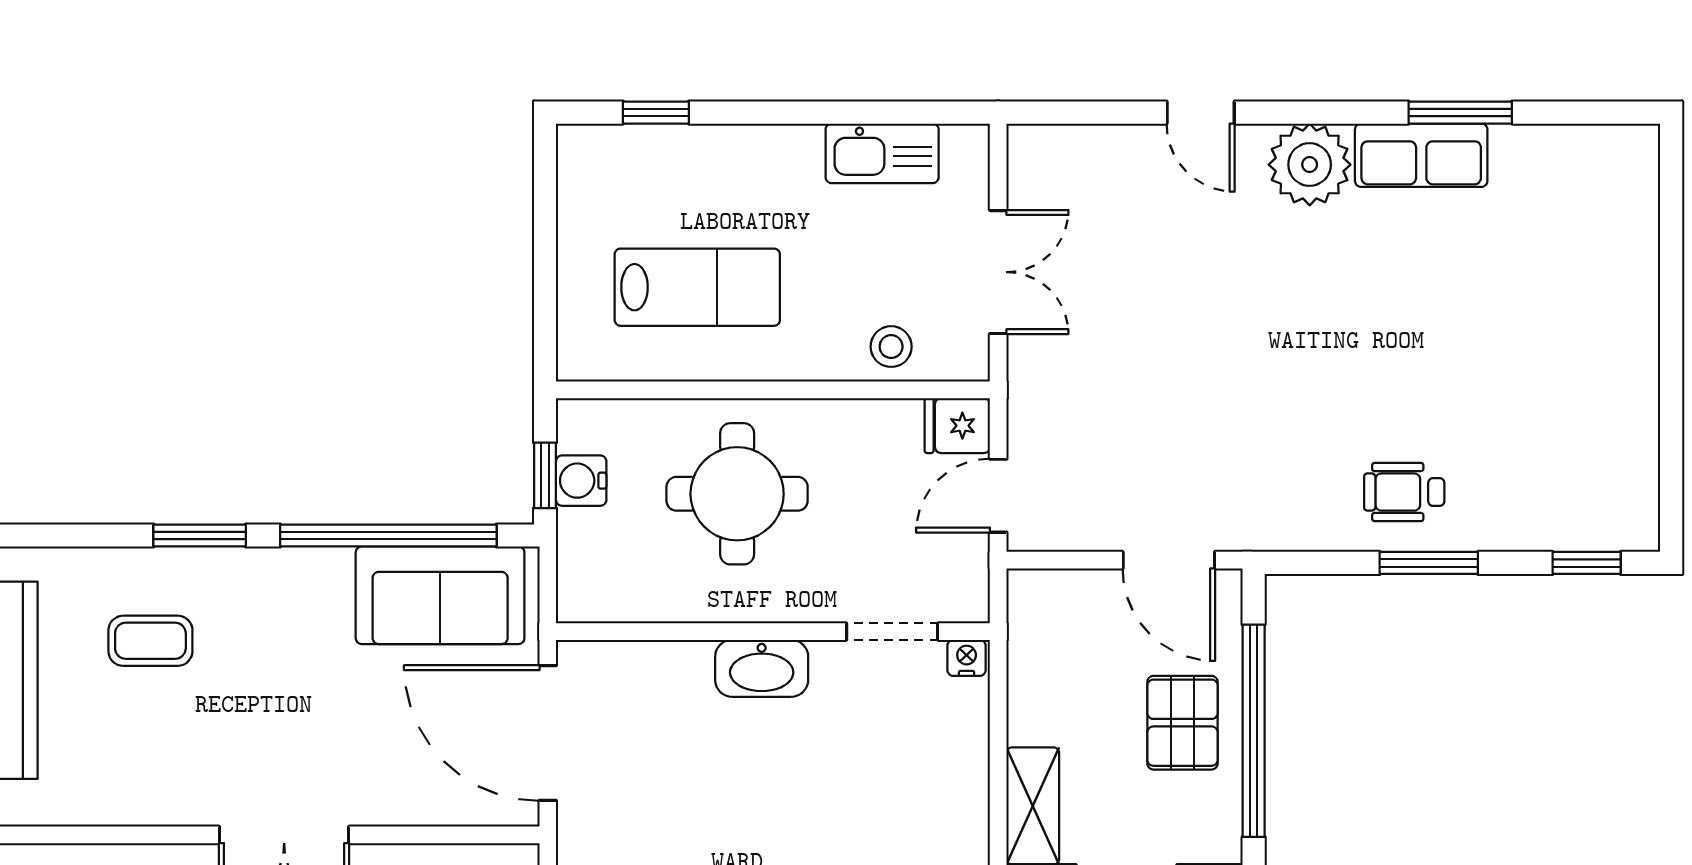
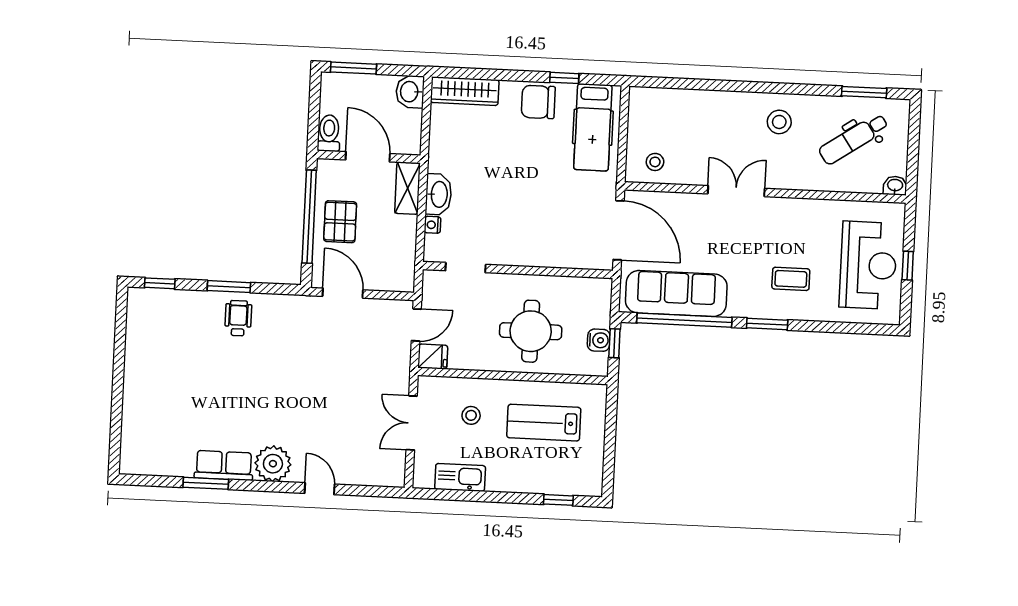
stool: (891, 347) -> (471, 415), moved
wheelchair: (1404, 492) -> (238, 318), turned -90
sofa: (440, 595) -> (676, 293), width x1.36
nightstand: (967, 658) -> (433, 225), moved, turned 90
washbasin: (762, 668) -> (439, 194), moved, turned 90

